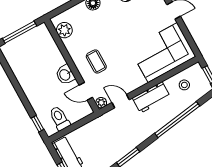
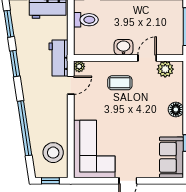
stool: (184, 85) -> (53, 153), width x1.89, depth x1.89
door: (86, 91) -> (147, 58), moved
workbench: (151, 97) -> (58, 58), moved

